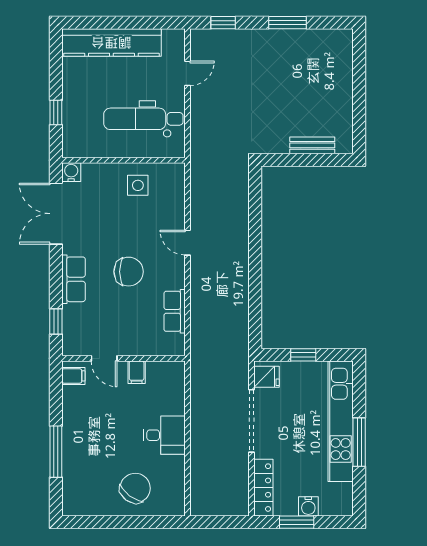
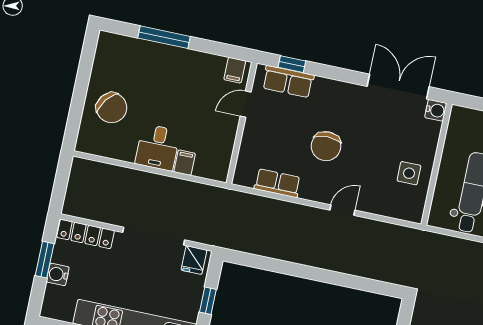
row of seats: (73, 279) -> (288, 82), moved
filing cabinet: (137, 372) -> (185, 163), moved, turned 90

